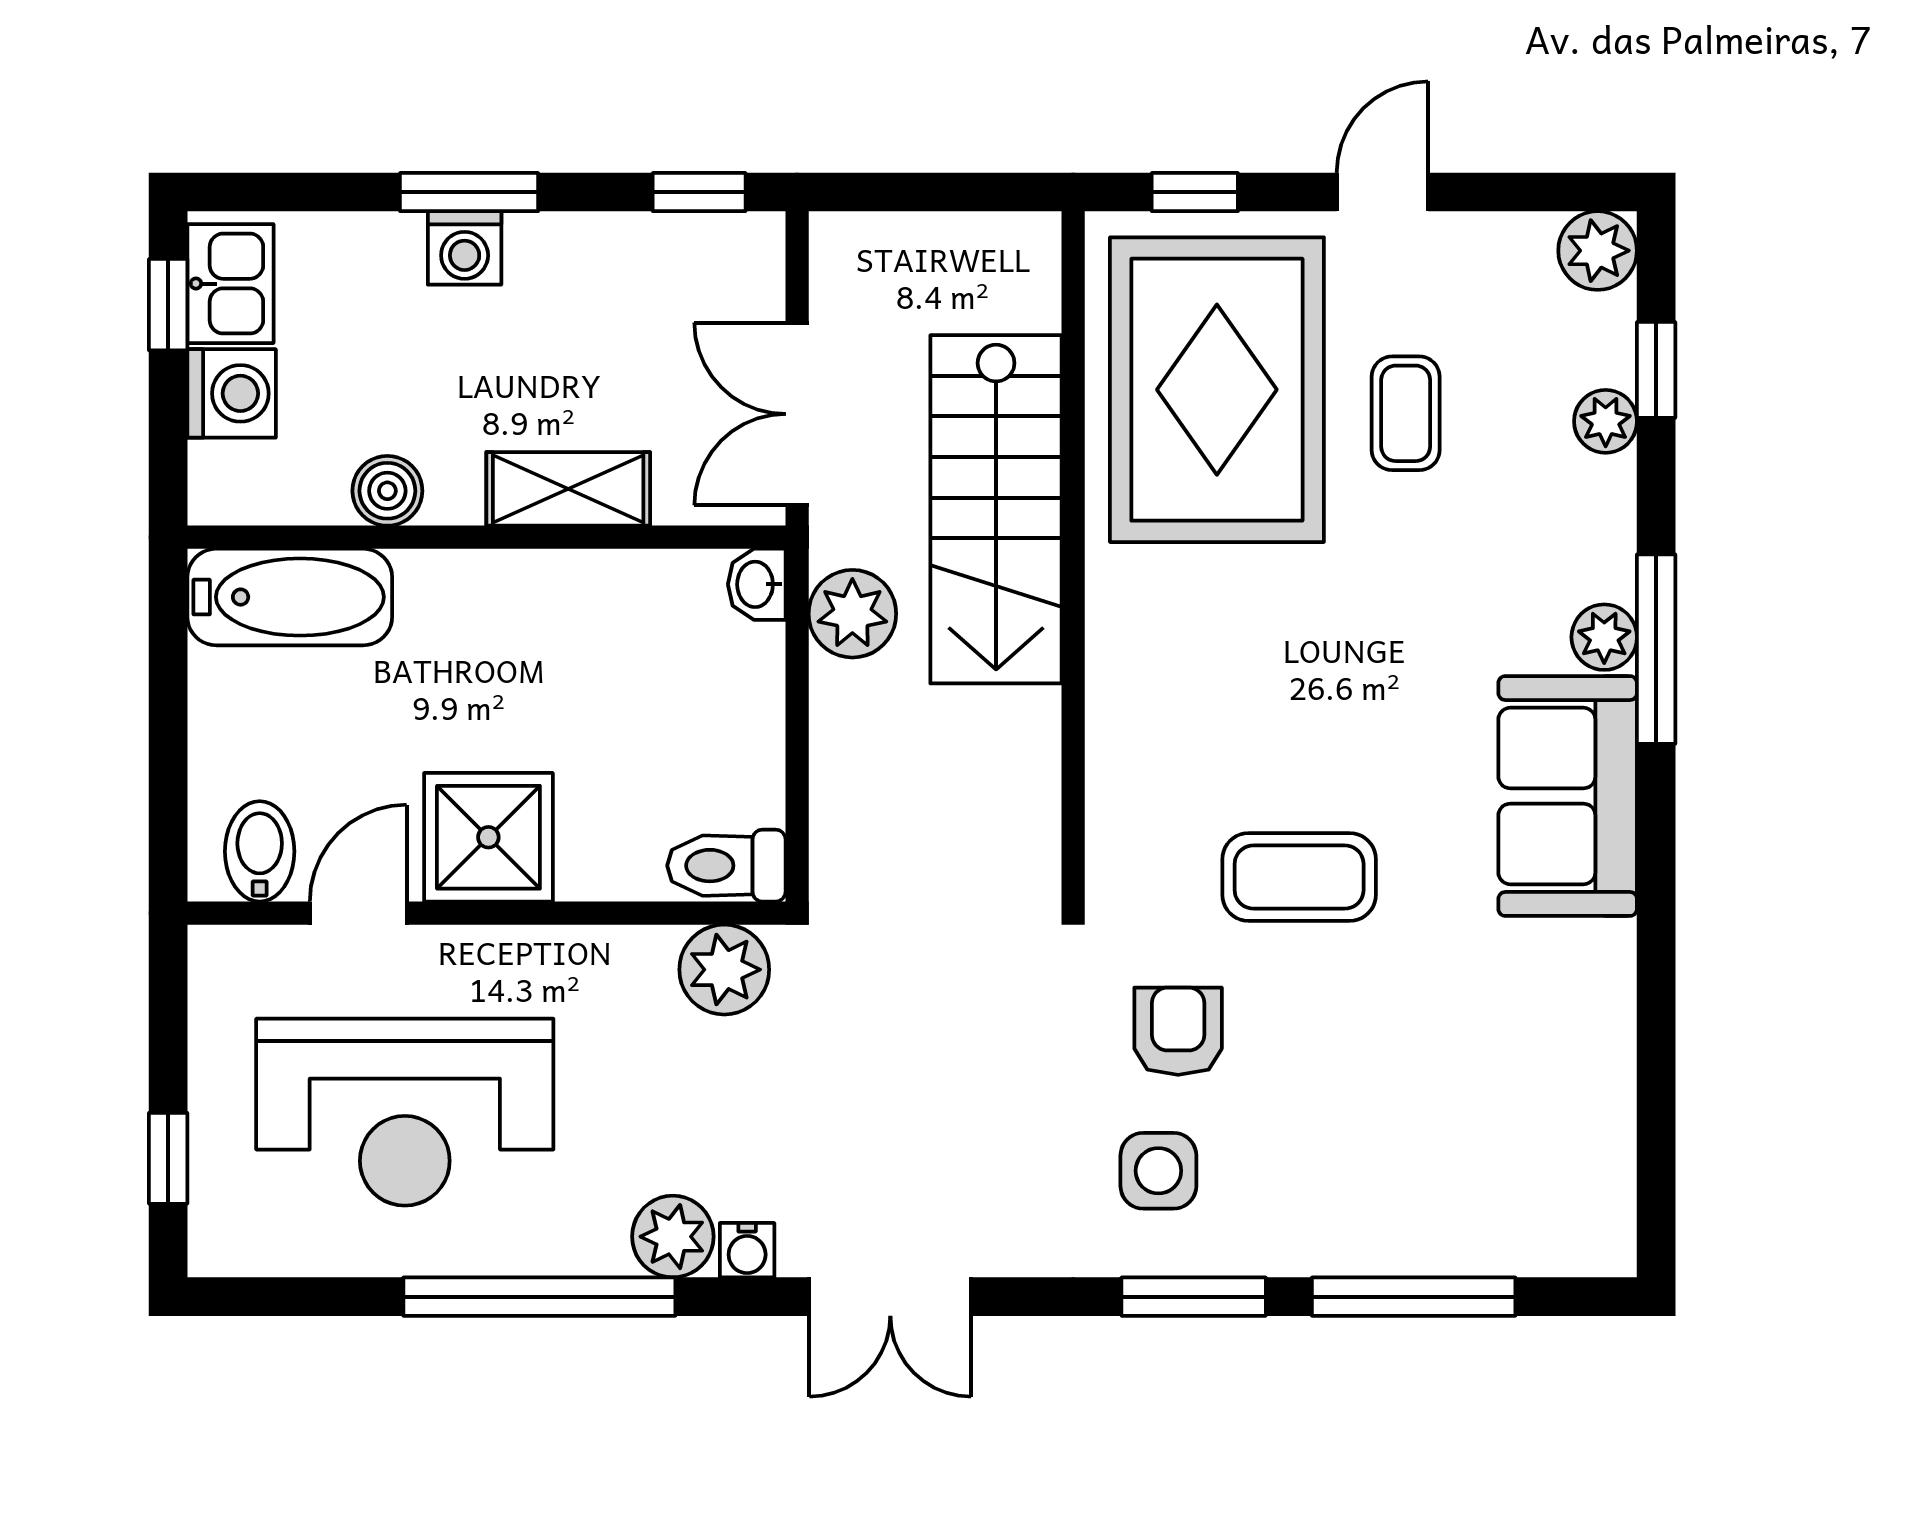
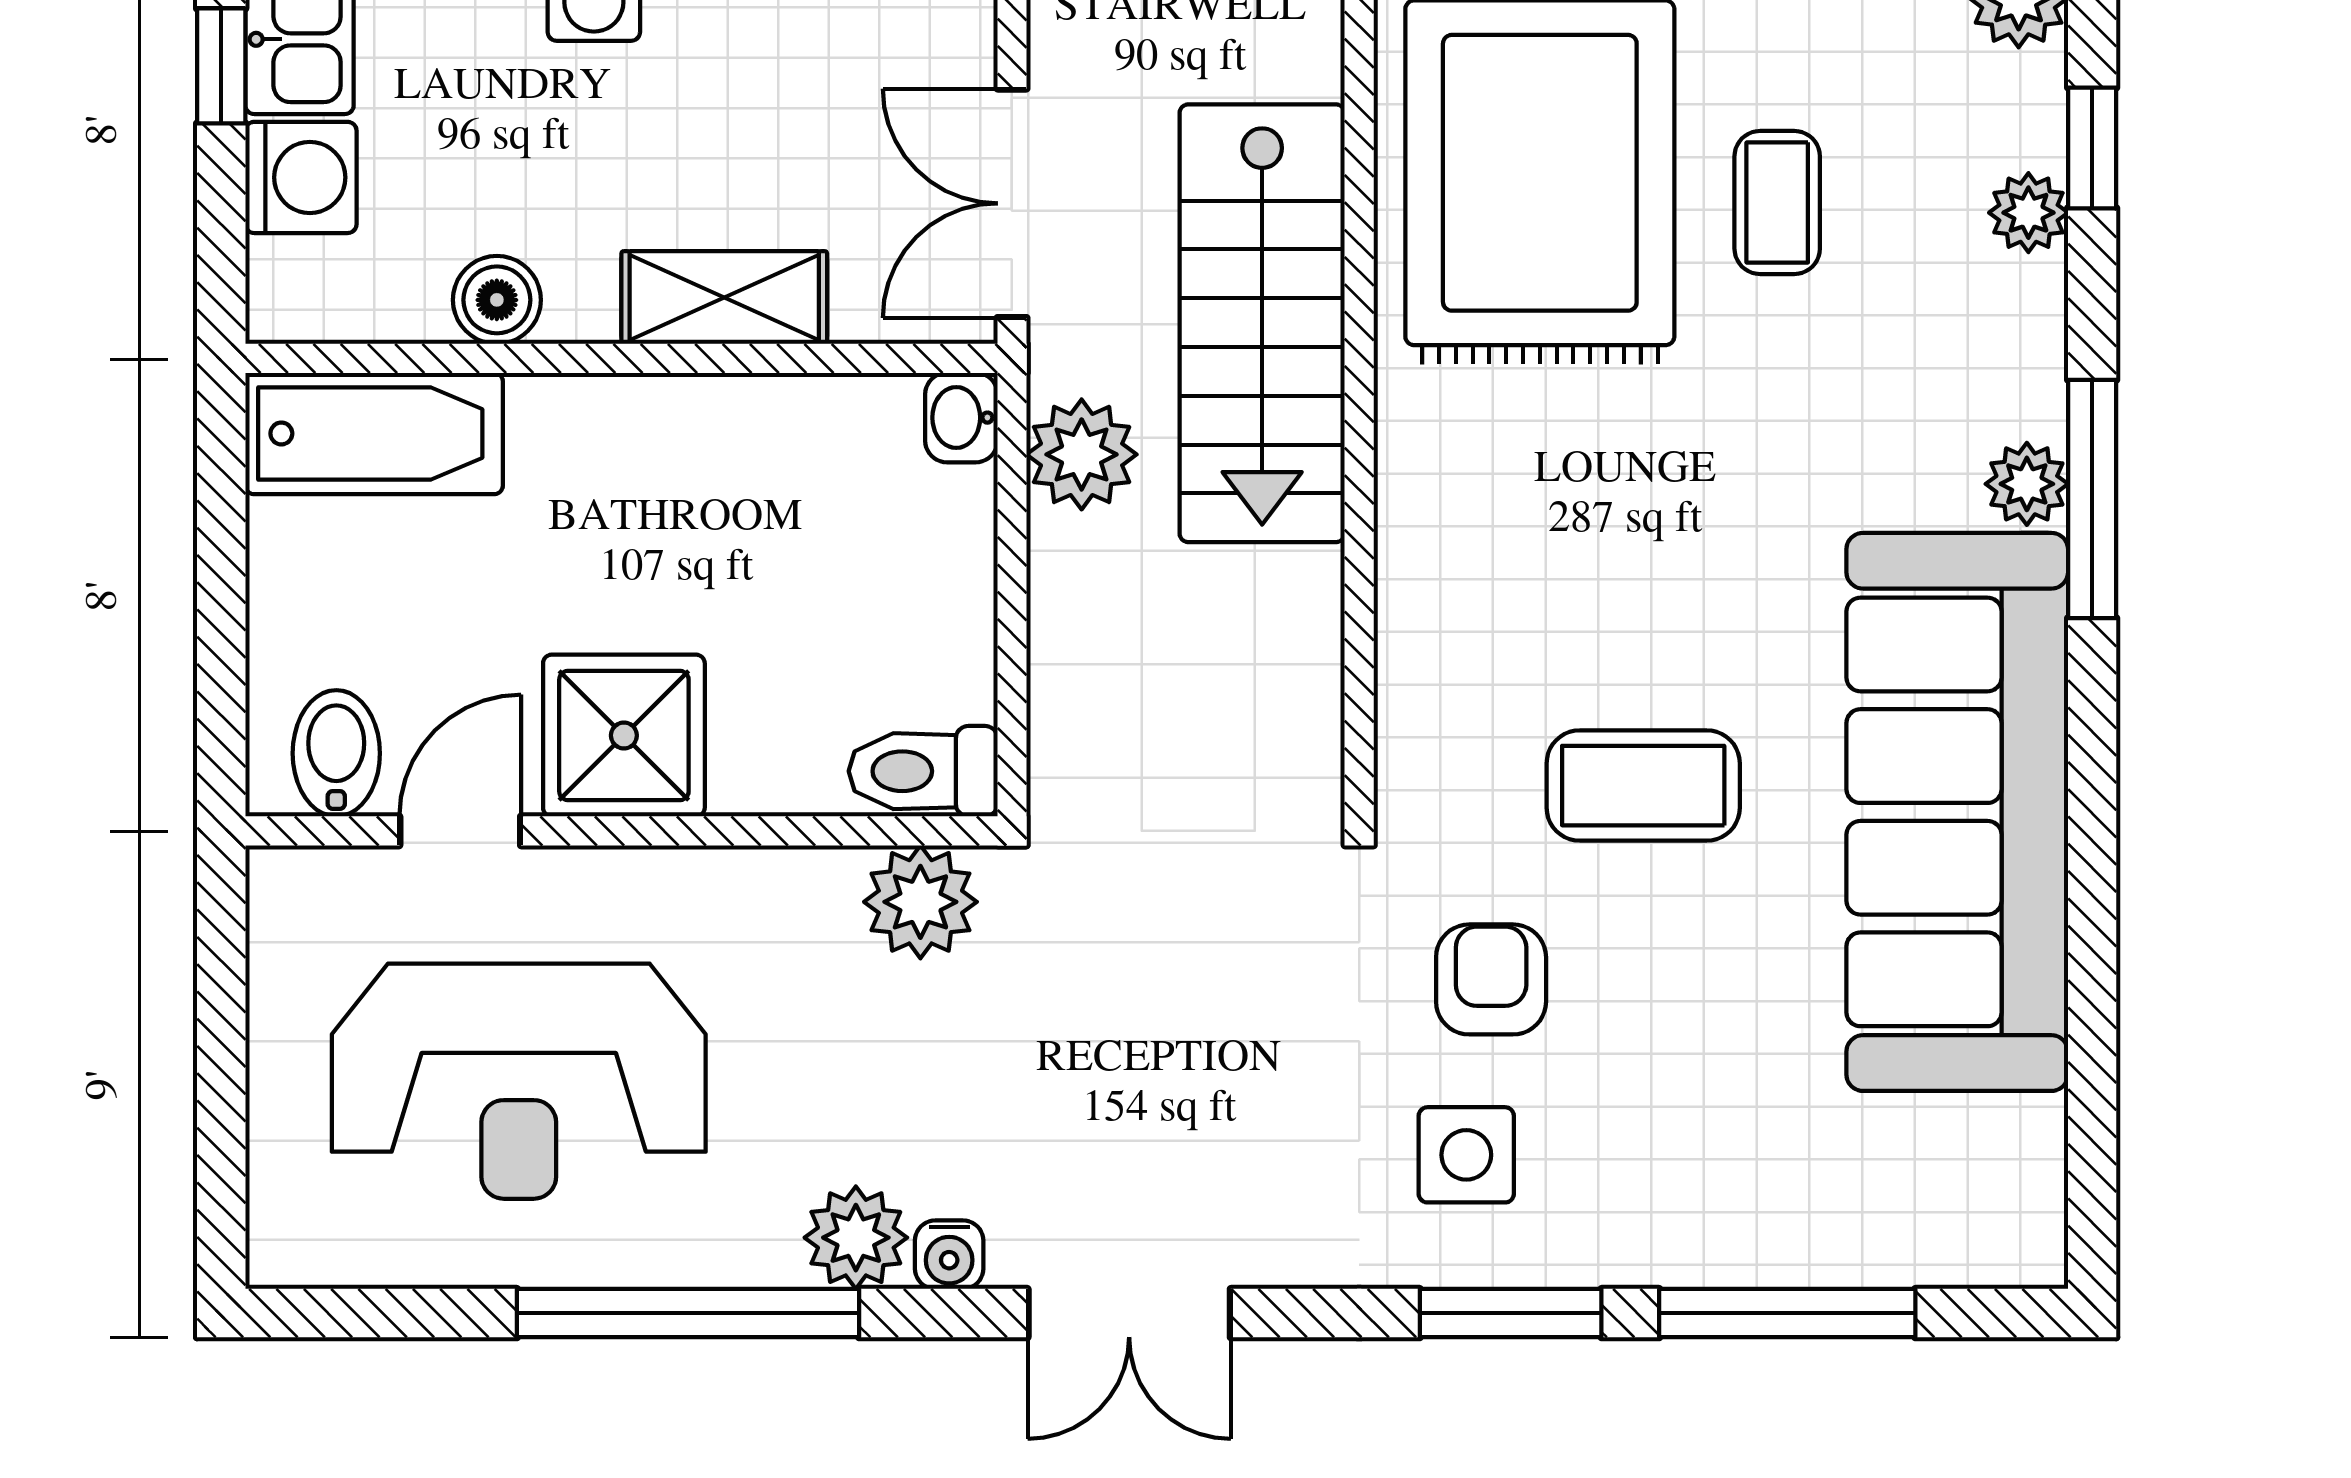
sofa: (1568, 796) -> (1957, 812), width x1.85, depth x1.27
window: (168, 1158) -> (221, 1139), removed

